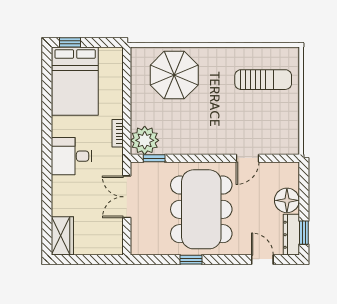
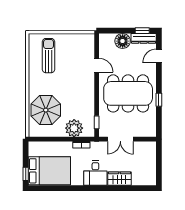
plant: (145, 140) -> (74, 128), moved
wardrobe: (62, 236) -> (120, 179), moved

